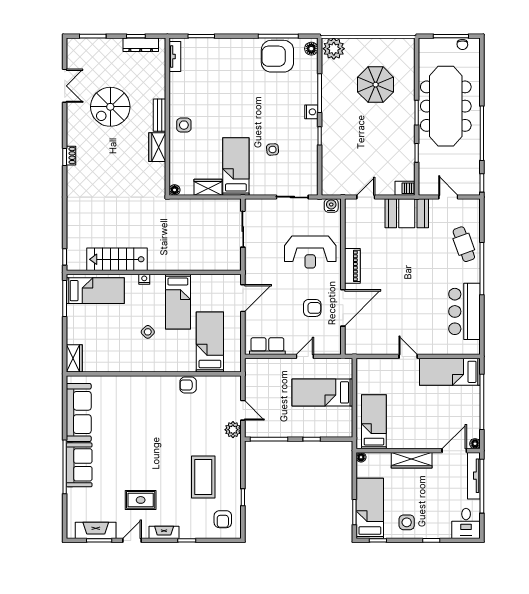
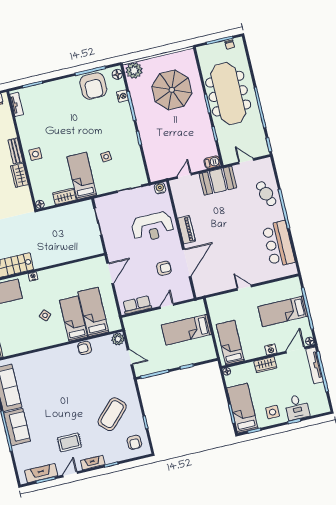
armchair: (277, 56) -> (93, 86), turned -90
parasol: (376, 85) -> (172, 90), width x1.36, depth x1.36
nightstand: (311, 112) -> (122, 96), moved
bed: (178, 302) -> (73, 319), moved, turned 180
bed: (450, 372) -> (283, 311), moved
plant: (233, 430) -> (118, 339), moved
nightstand: (423, 443) -> (271, 349), added
wardrobe: (412, 460) -> (265, 365), width x0.67
coffee table: (203, 477) -> (112, 414), turned 44
desk: (466, 523) -> (297, 407), moved

